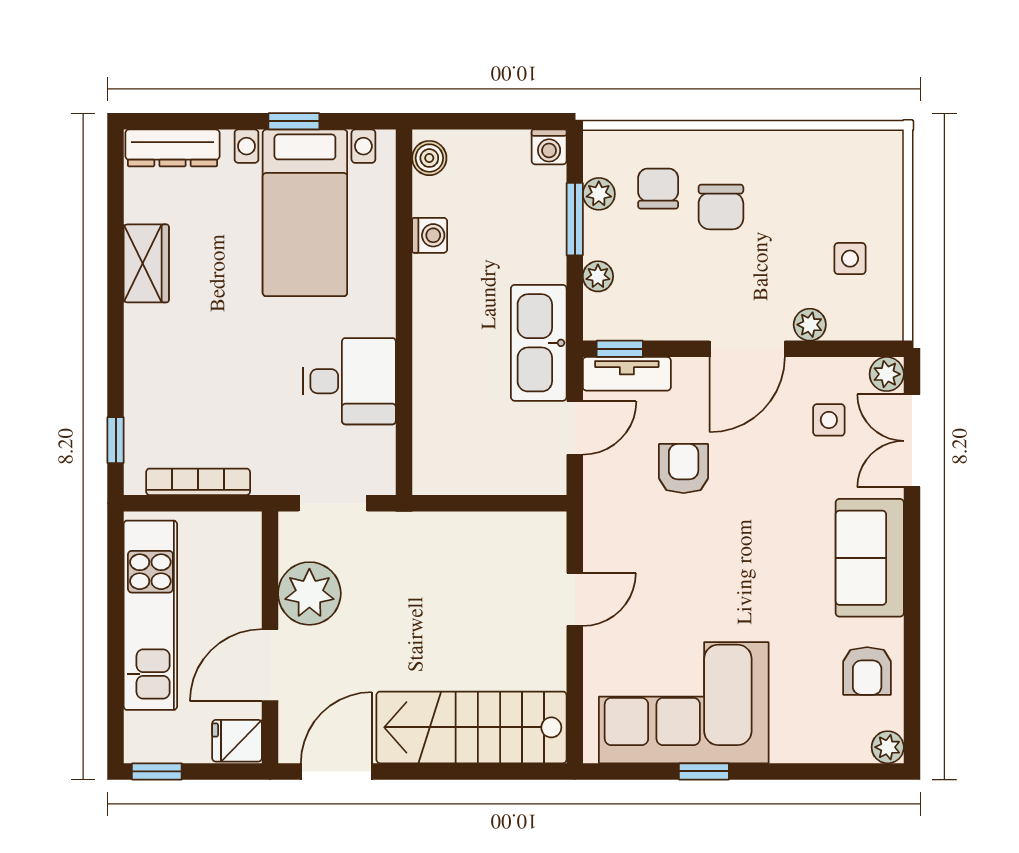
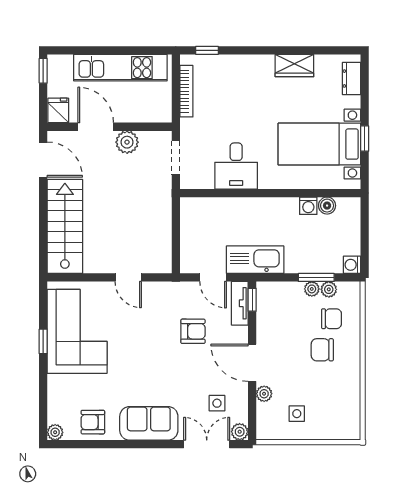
dresser: (172, 148) -> (352, 79), width x0.70
boiler: (429, 158) -> (327, 206), moved
plant: (598, 276) -> (312, 289), moved
plant: (309, 593) -> (127, 142), width x0.73, depth x0.73

